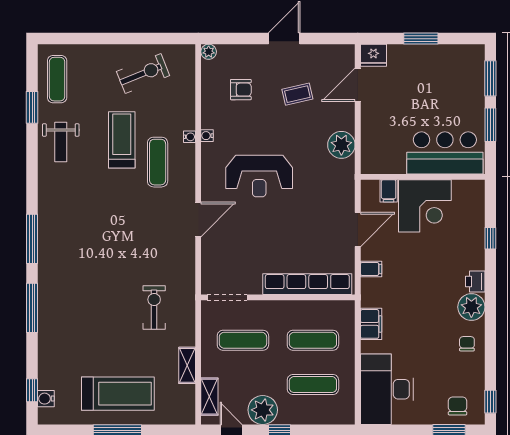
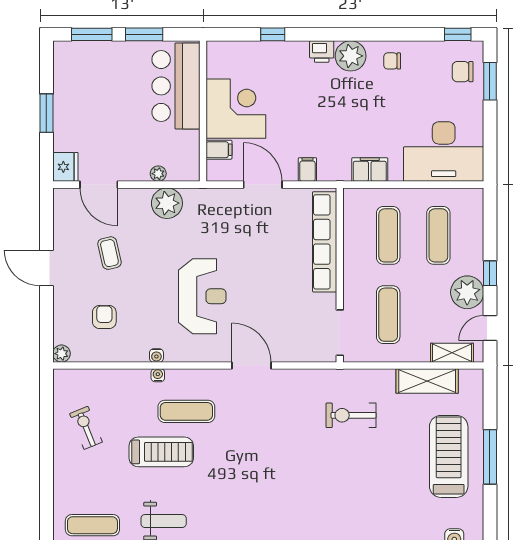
exercise bike: (143, 73) -> (86, 428), width x0.73, depth x0.72
plant: (367, 137) -> (158, 174), added
treadmill: (122, 140) -> (161, 452), turned 180
shelving: (187, 365) -> (427, 381), width x1.50, depth x1.33

